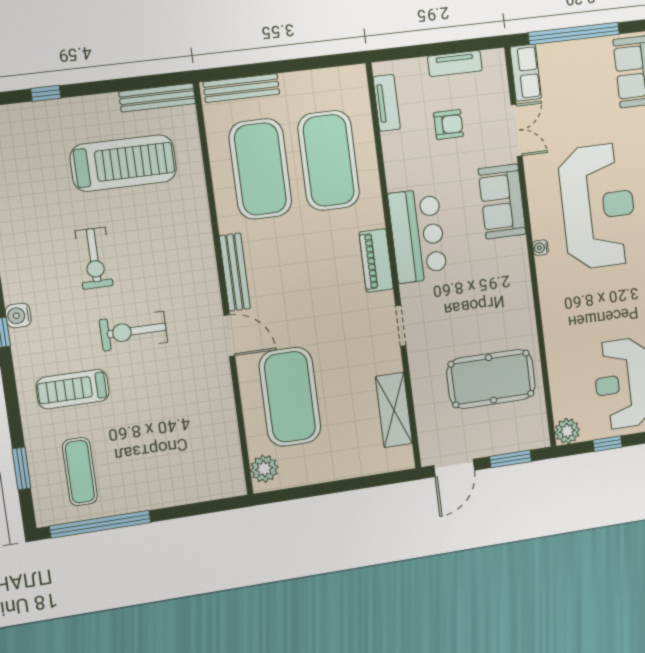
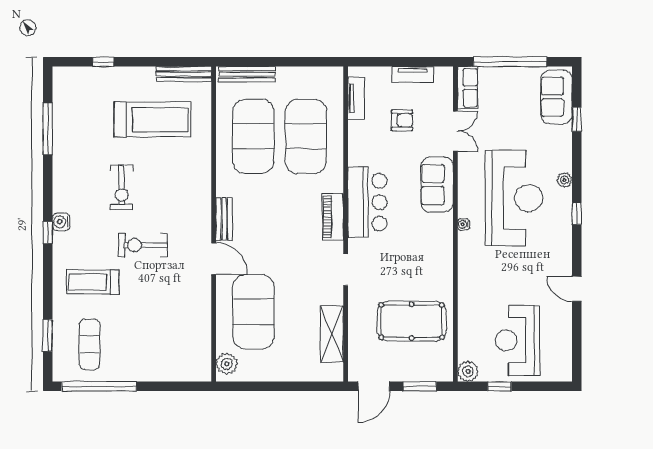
bench: (235, 272) -> (224, 219), width x0.73

